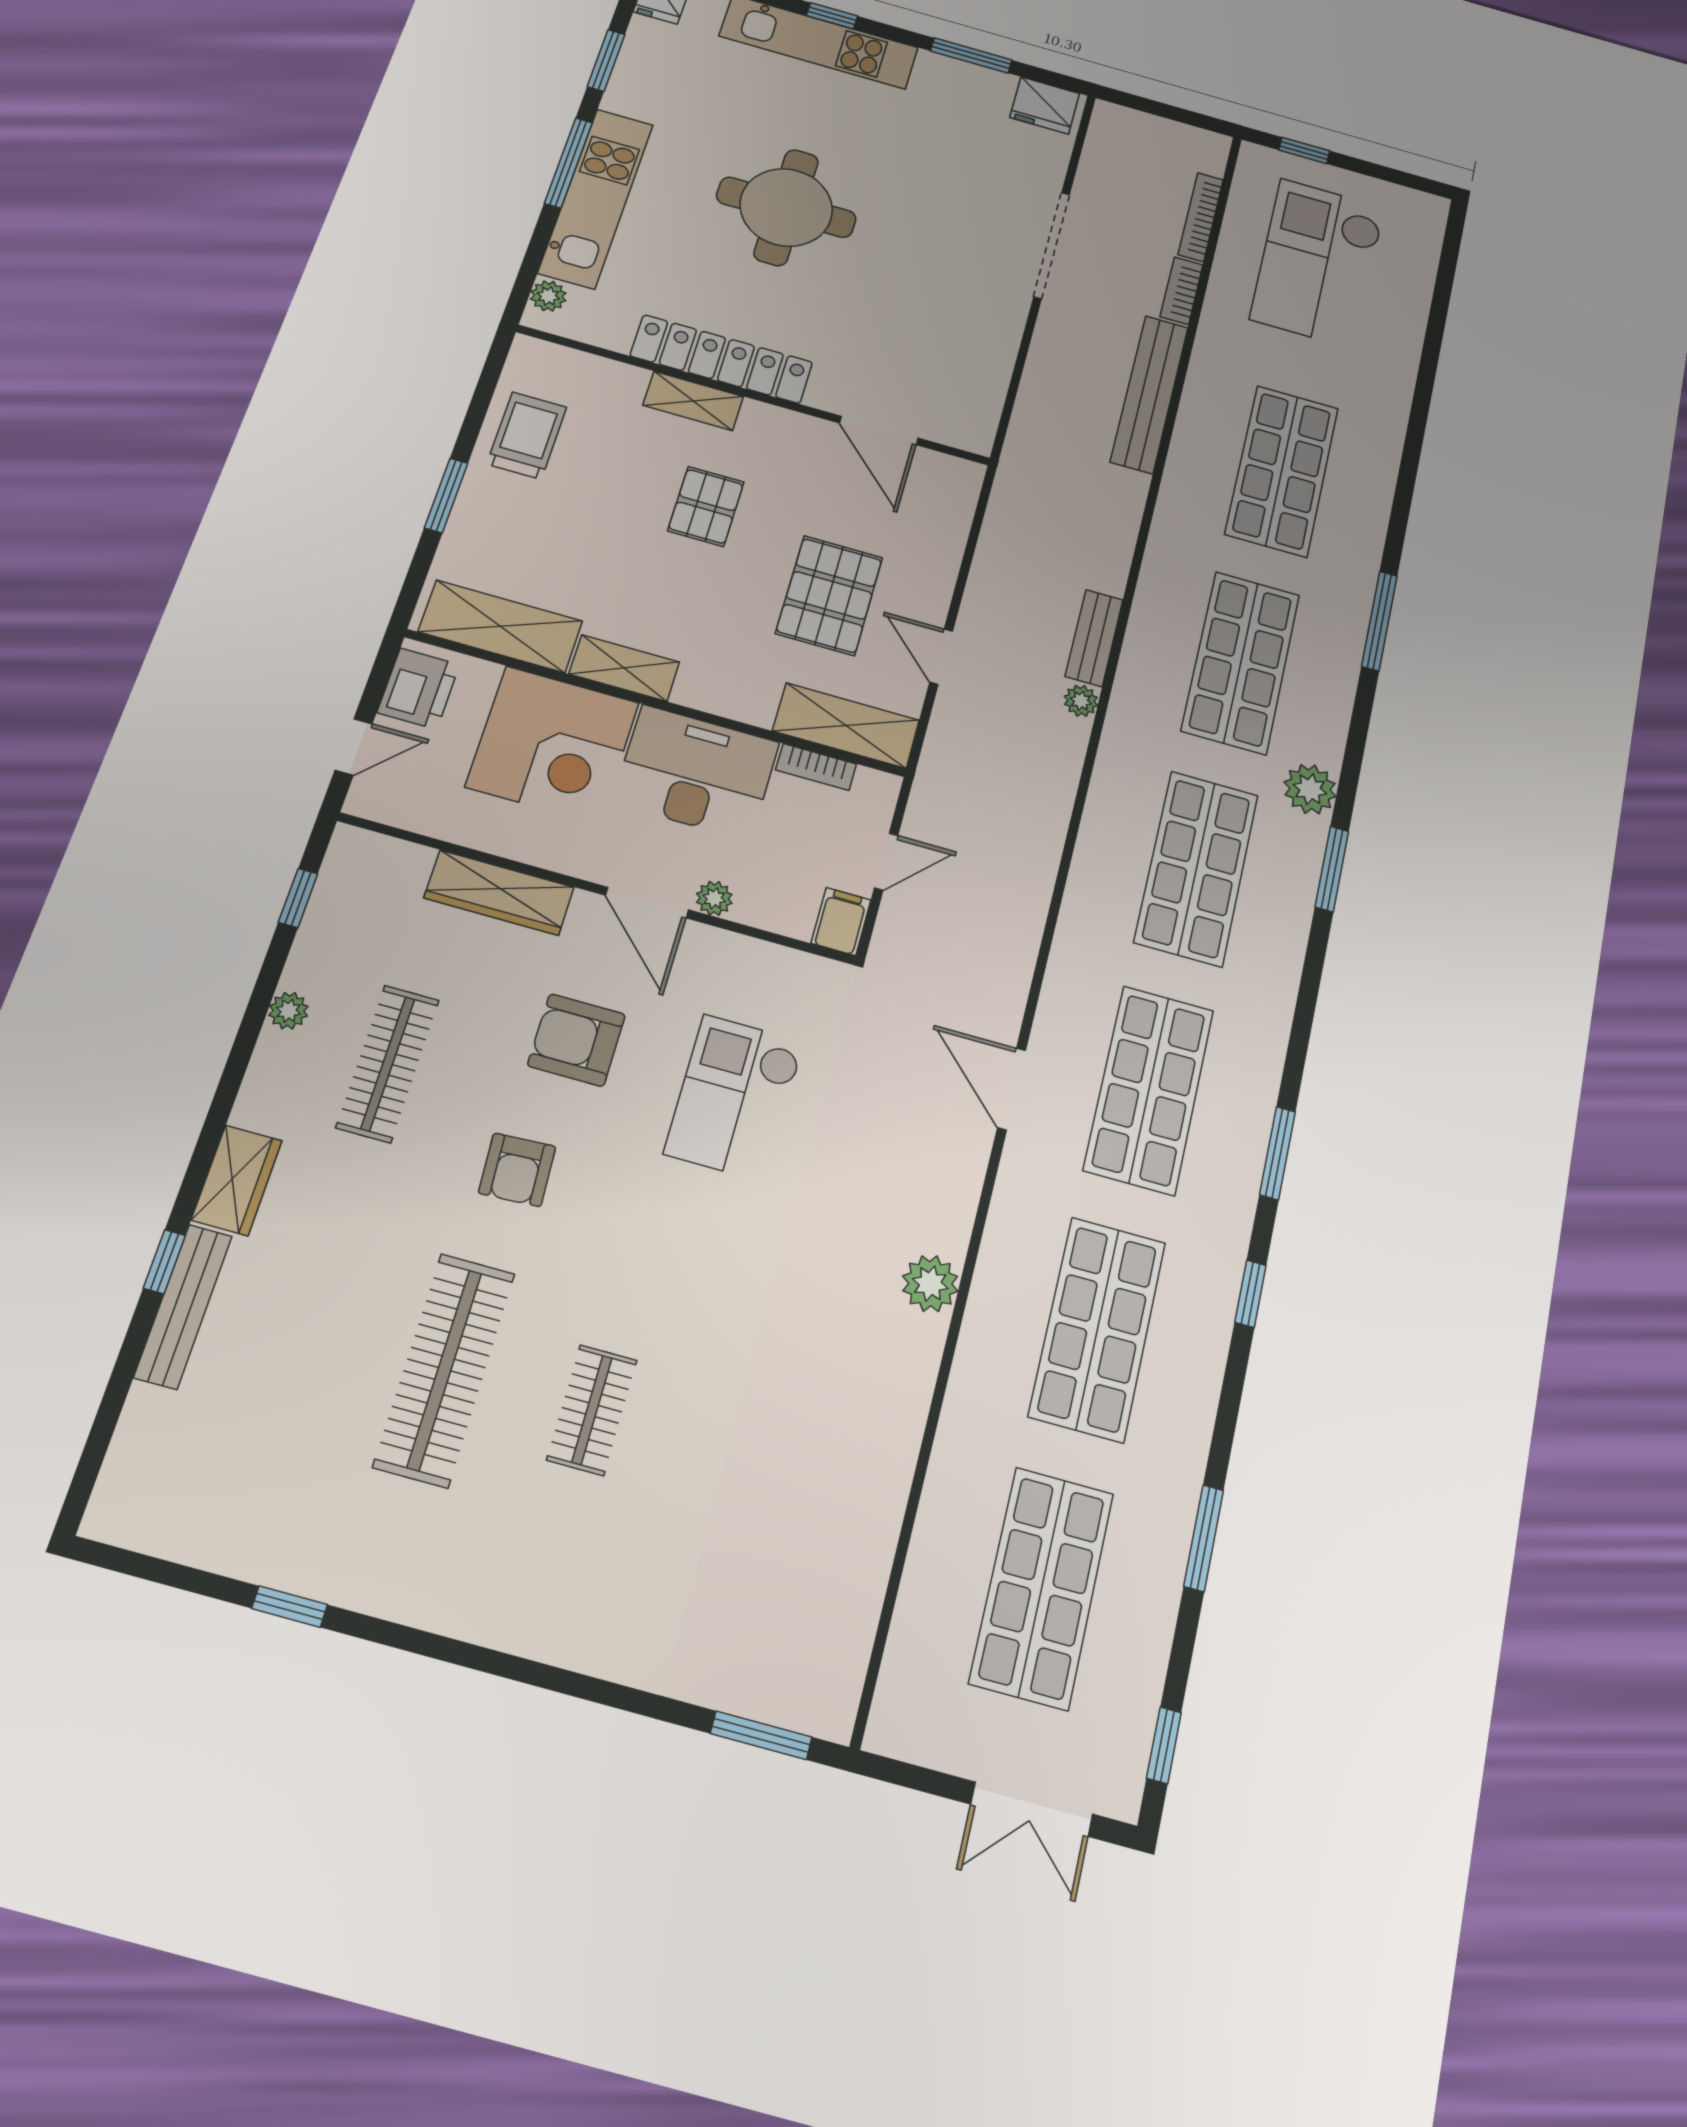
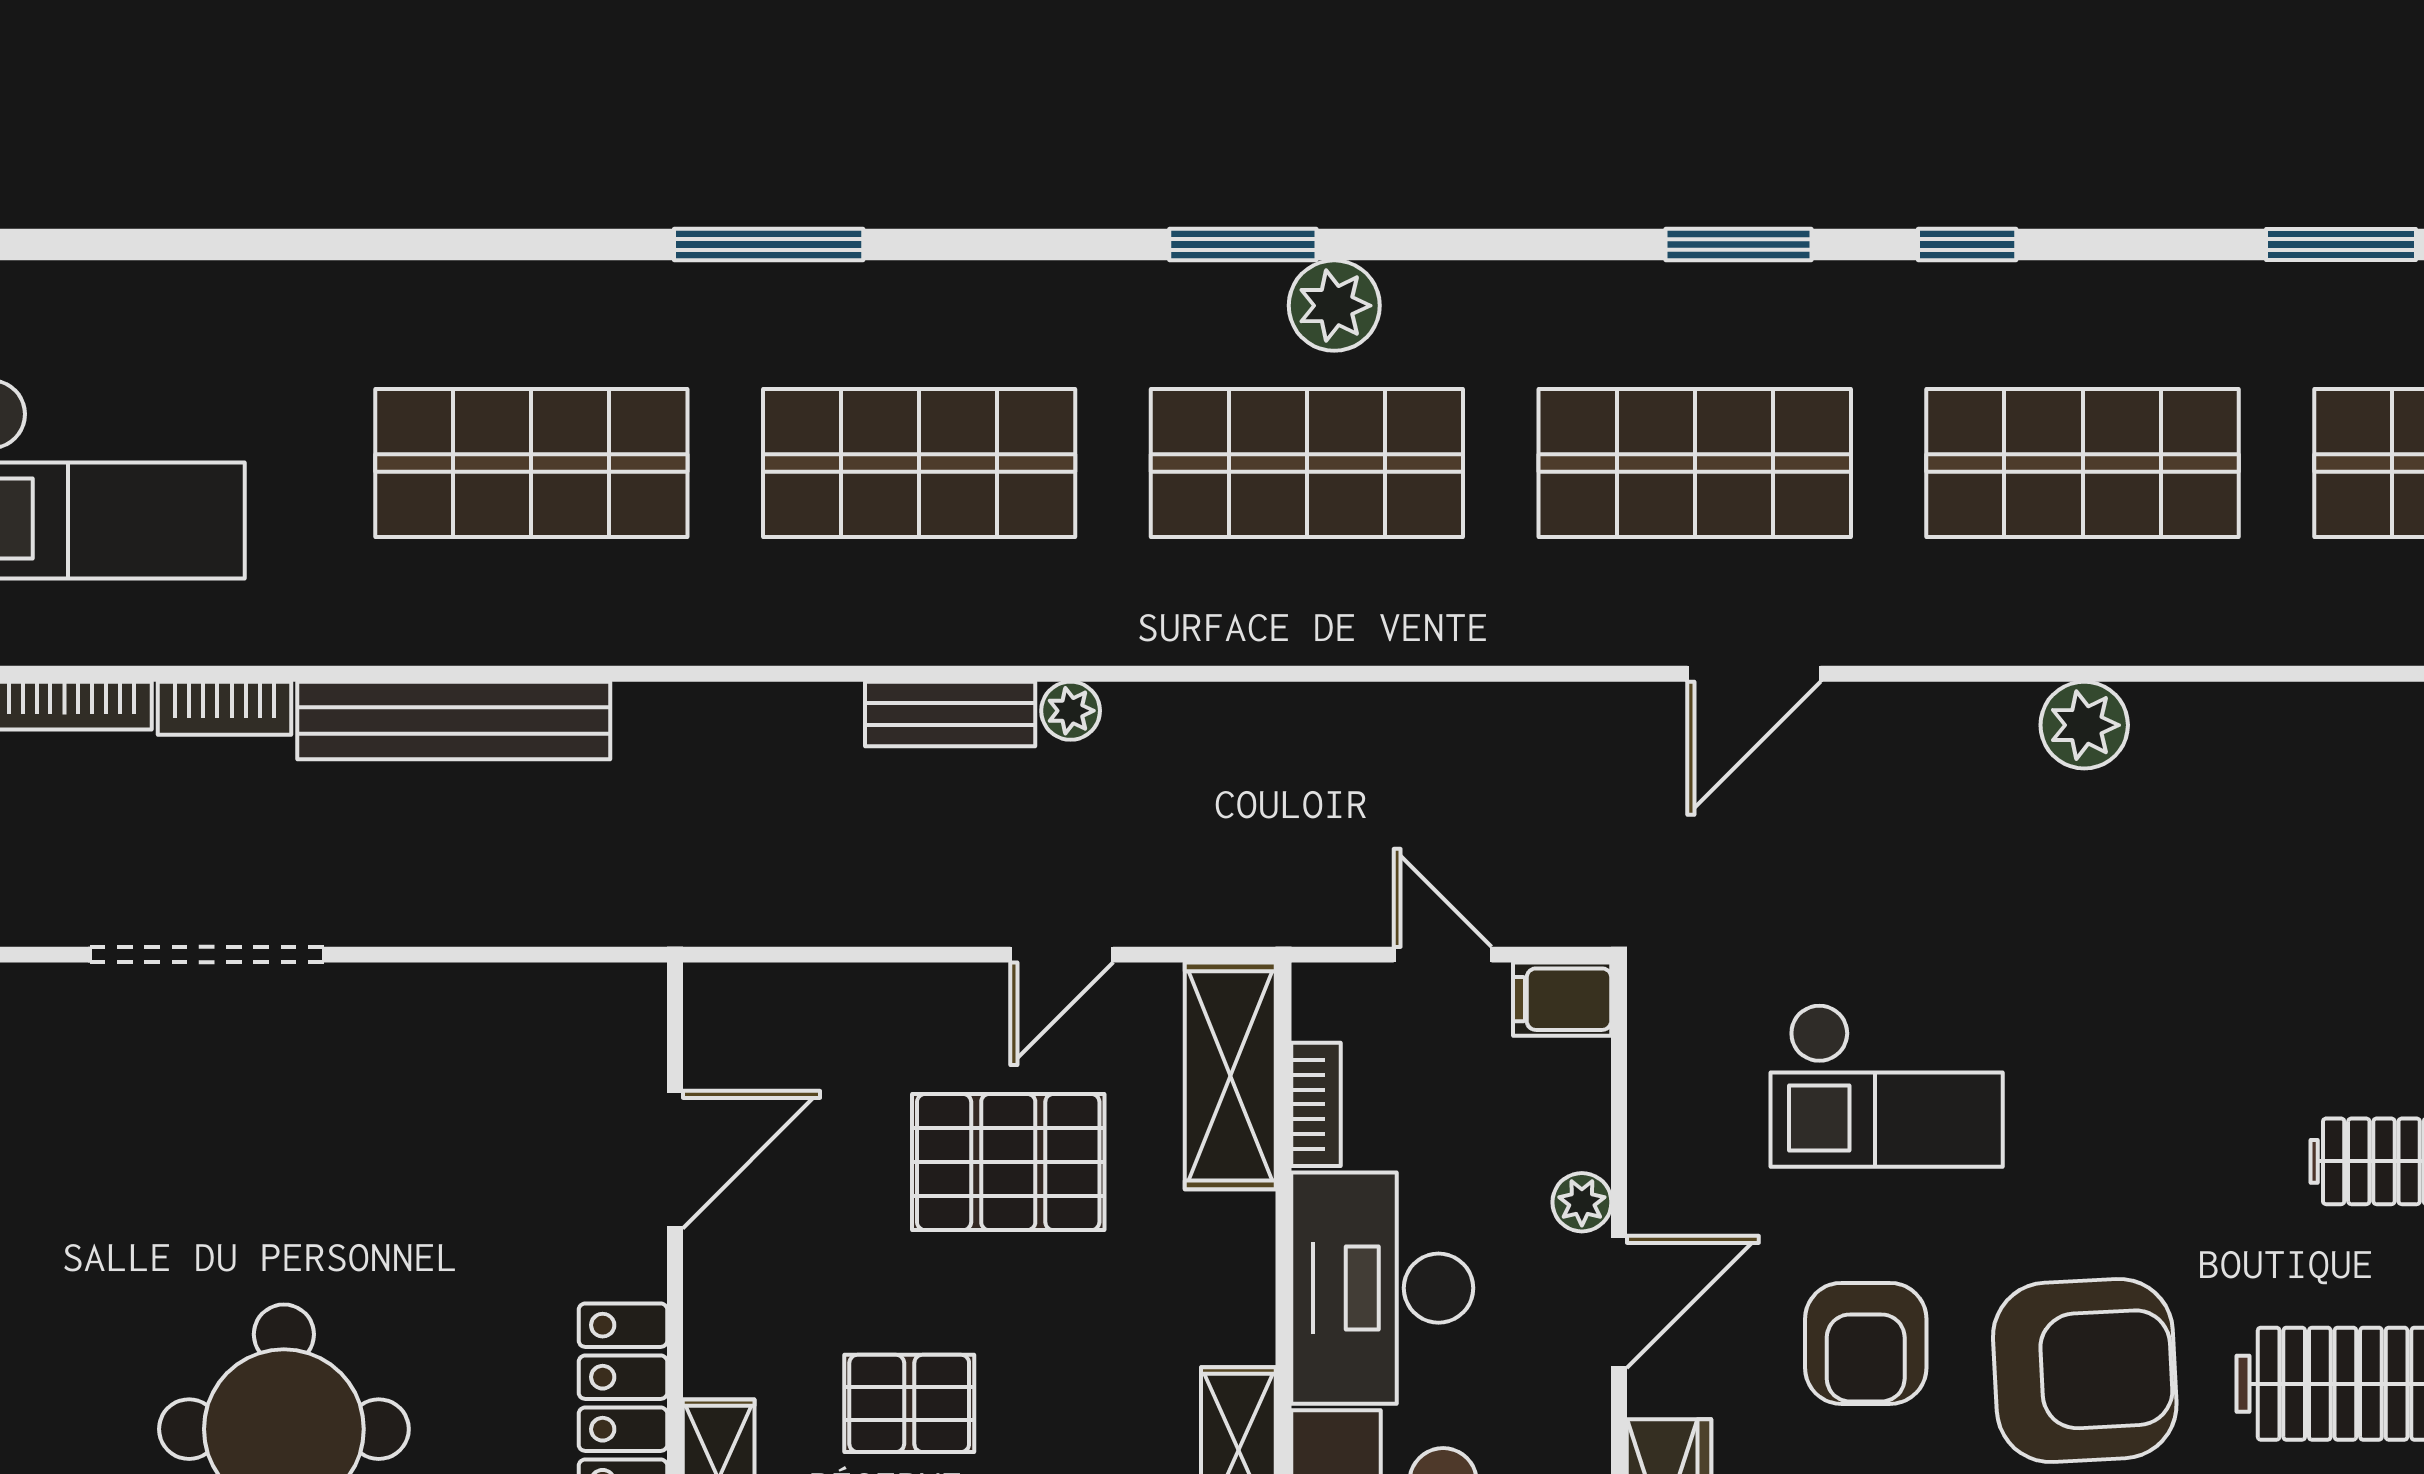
plant: (1310, 789) -> (1334, 306), moved
armchair: (517, 1170) -> (2085, 1370), width x1.88, depth x1.88

